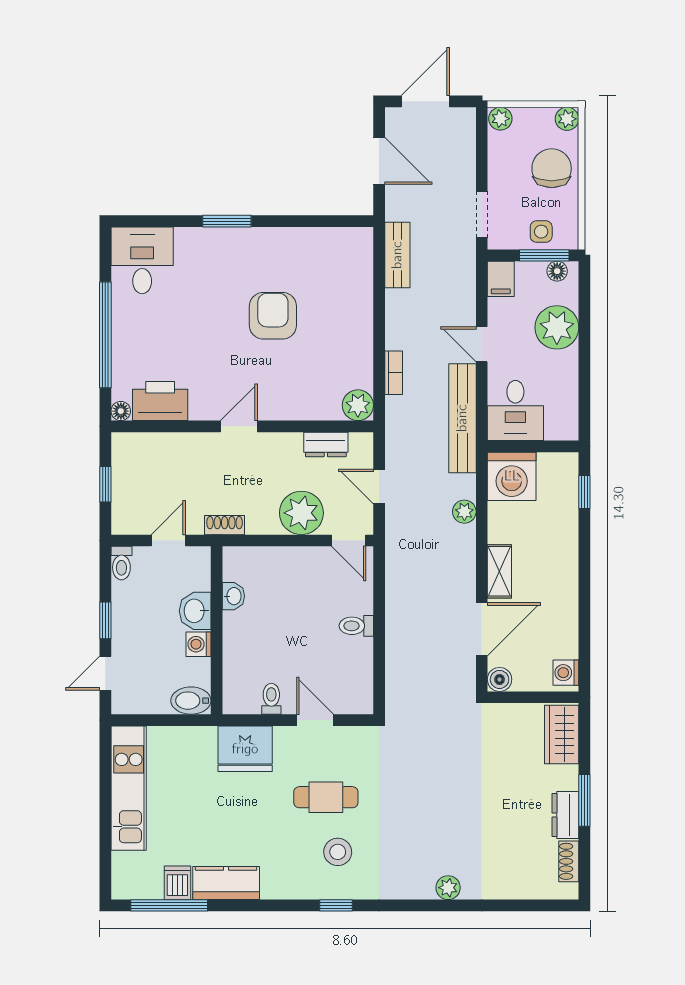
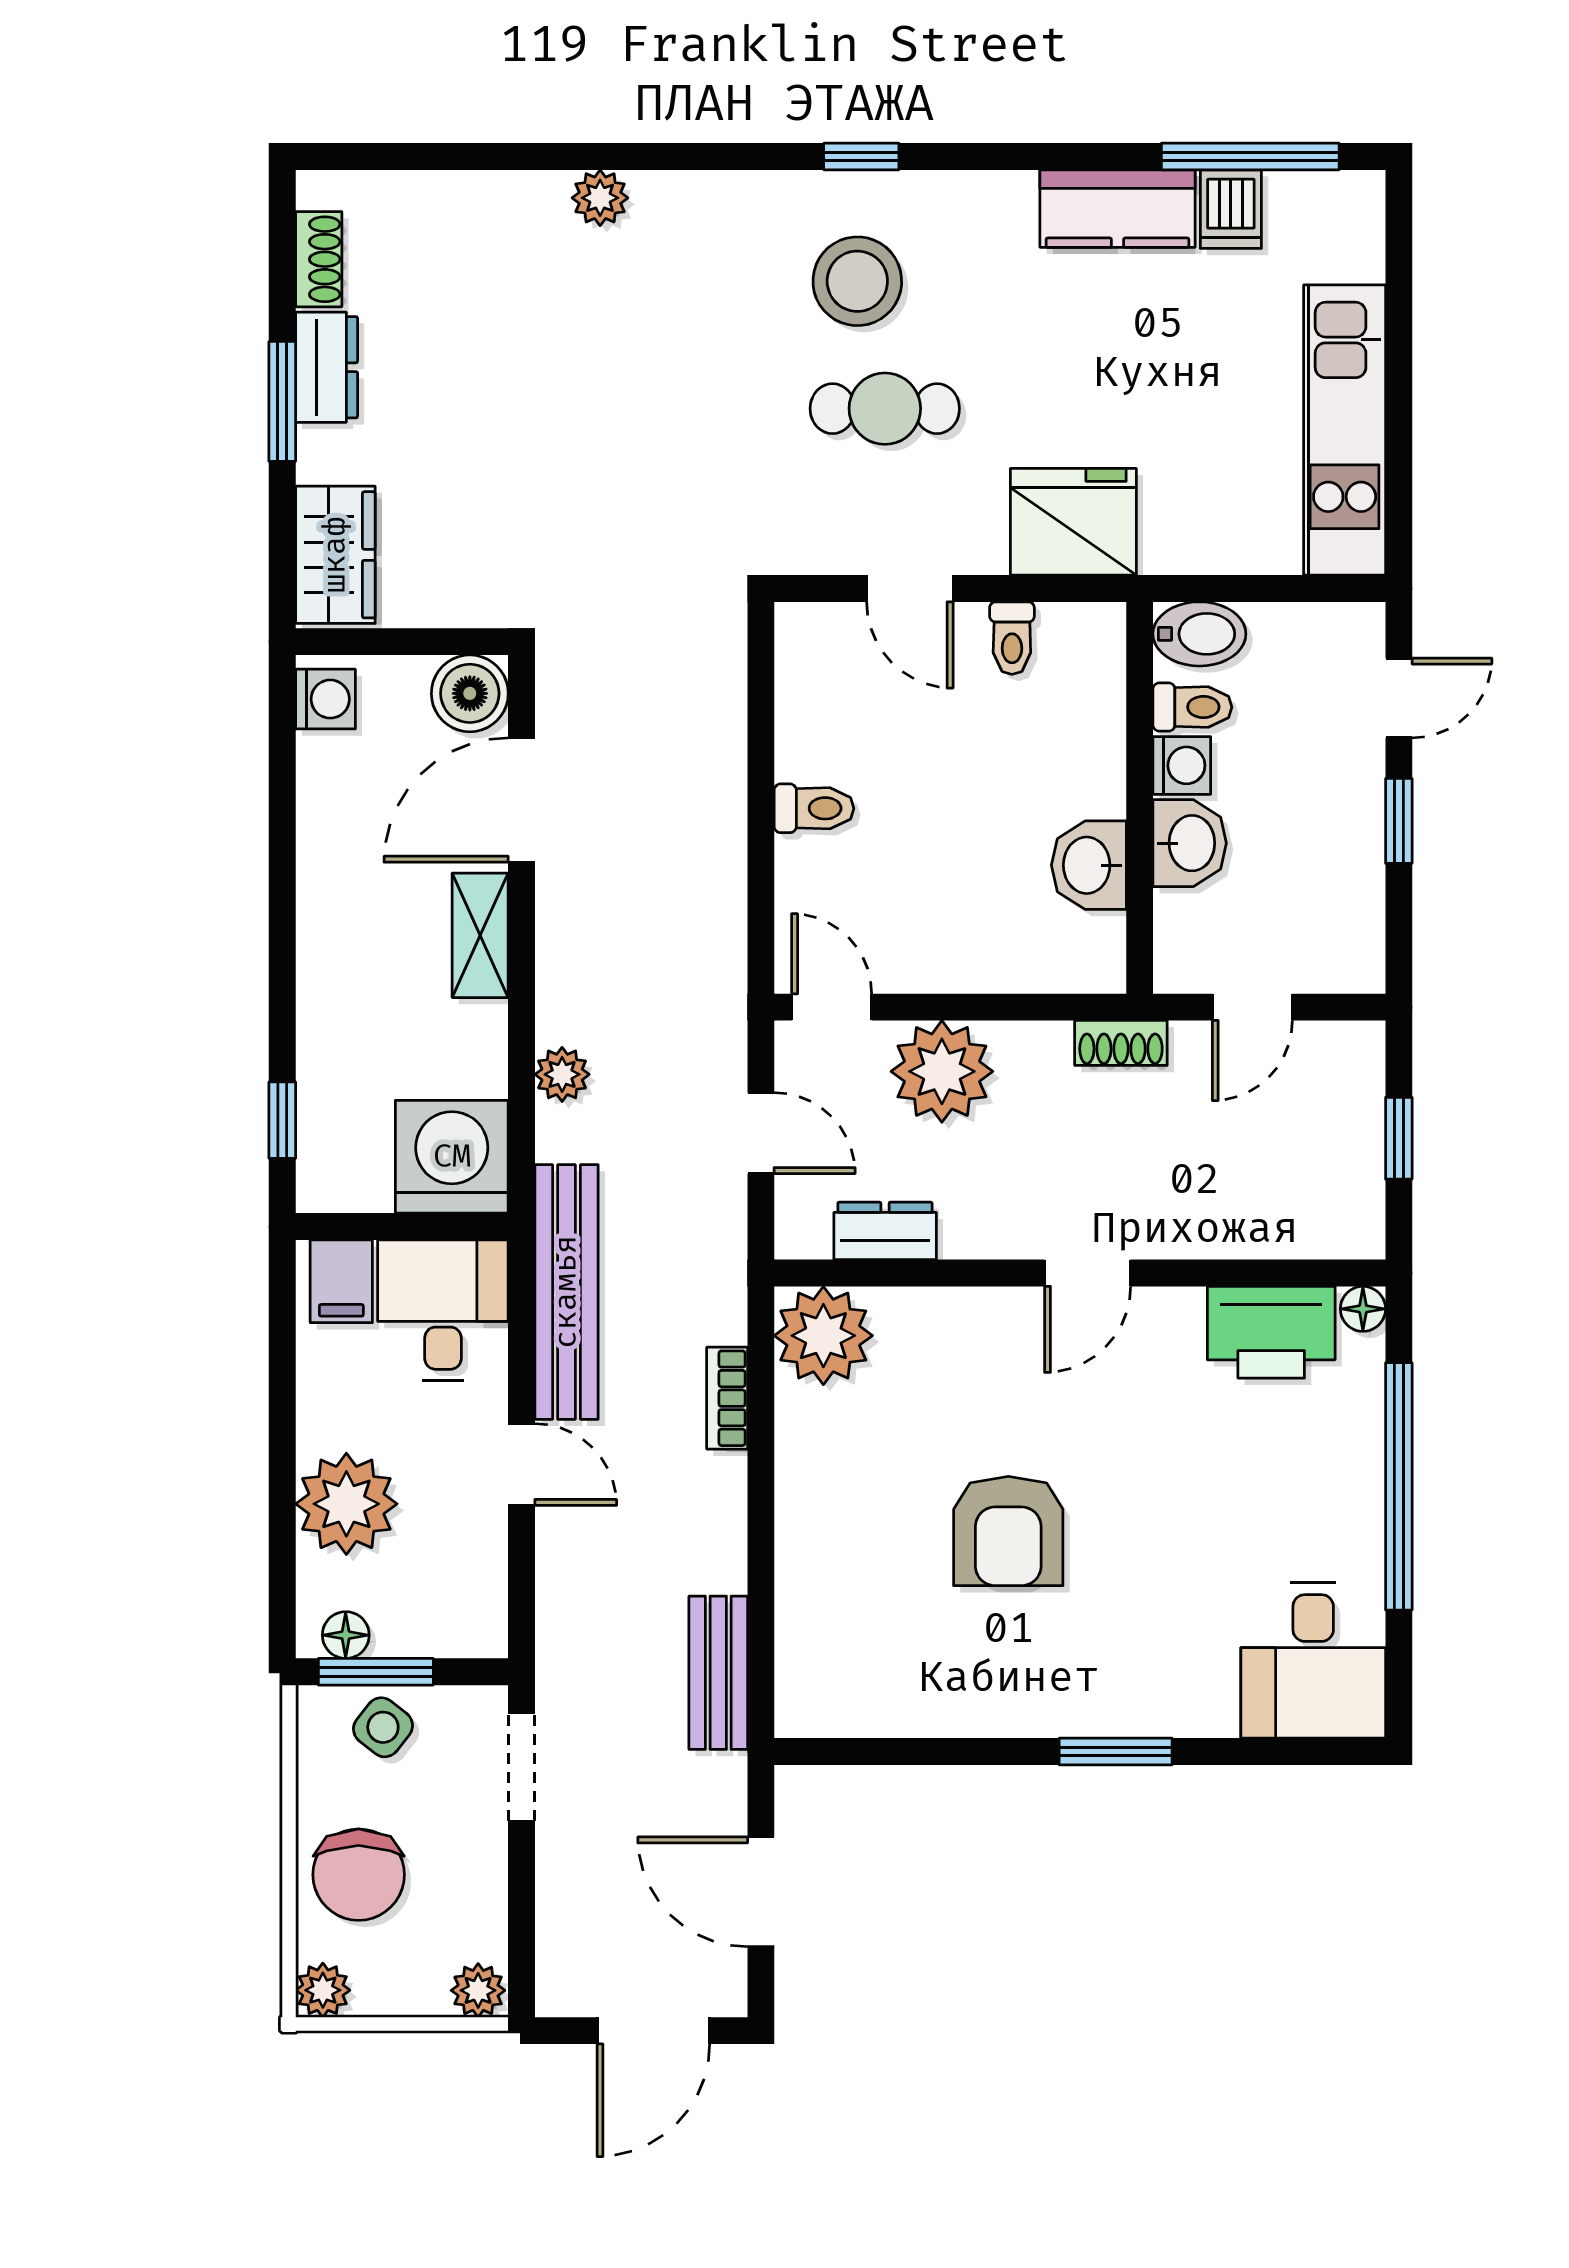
side table: (541, 232) -> (383, 1727), turned 38
filing cabinet: (501, 279) -> (341, 1281), moved, turned 180
plant: (358, 405) -> (823, 1336), width x1.36, depth x1.36
toilet: (121, 563) -> (1192, 707), moved, turned 90
washbasin: (233, 596) -> (1089, 865), width x1.38, depth x1.45
boiler: (500, 679) -> (470, 693), width x1.36, depth x1.36
stool: (338, 852) -> (857, 281), width x1.38, depth x1.38

